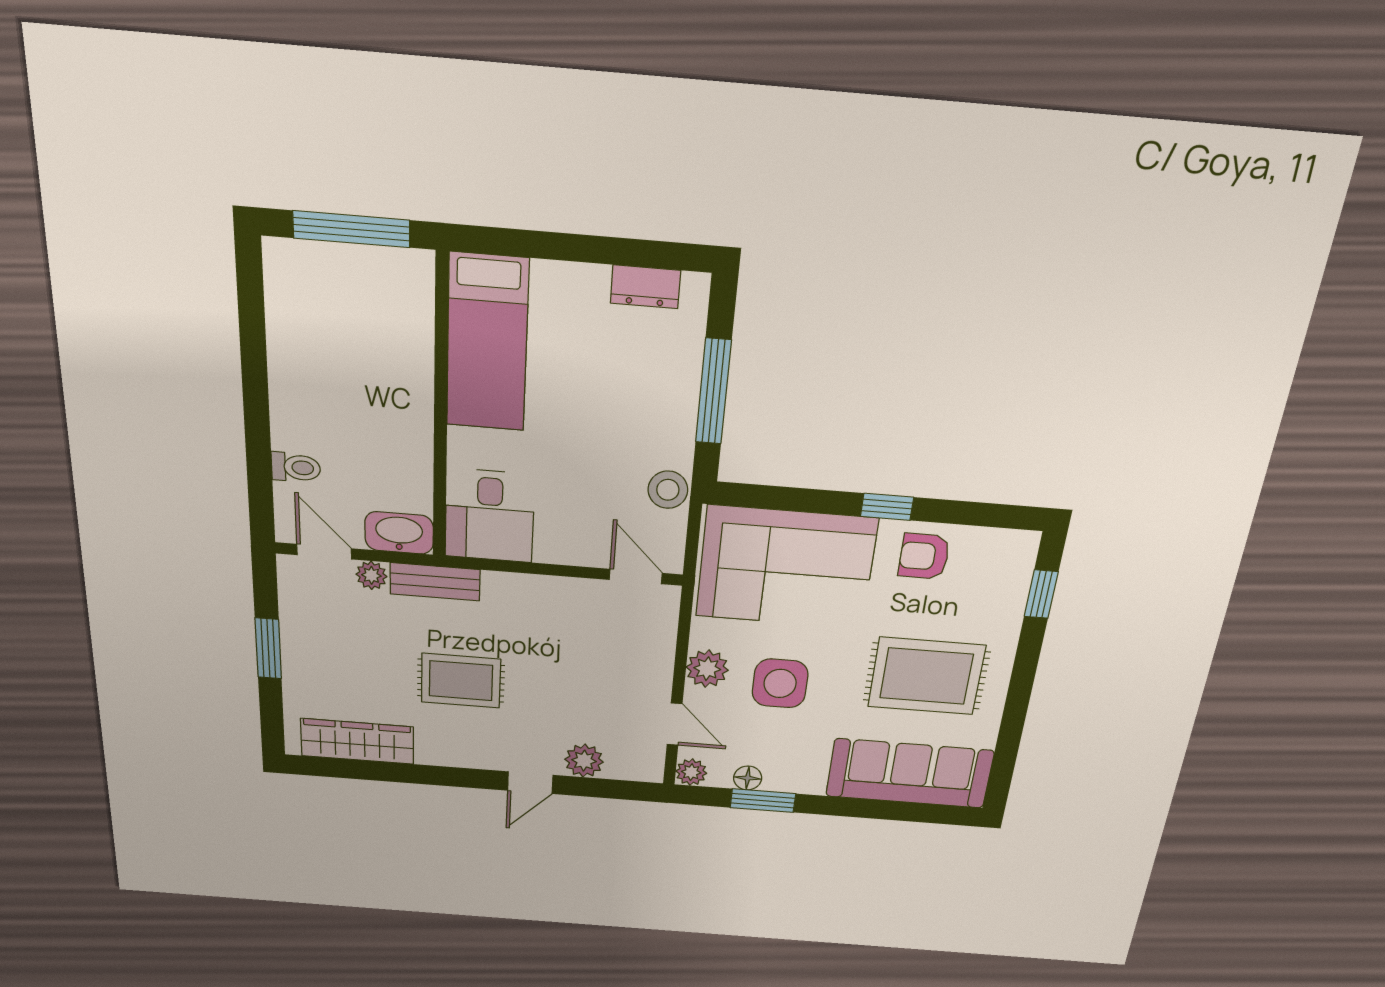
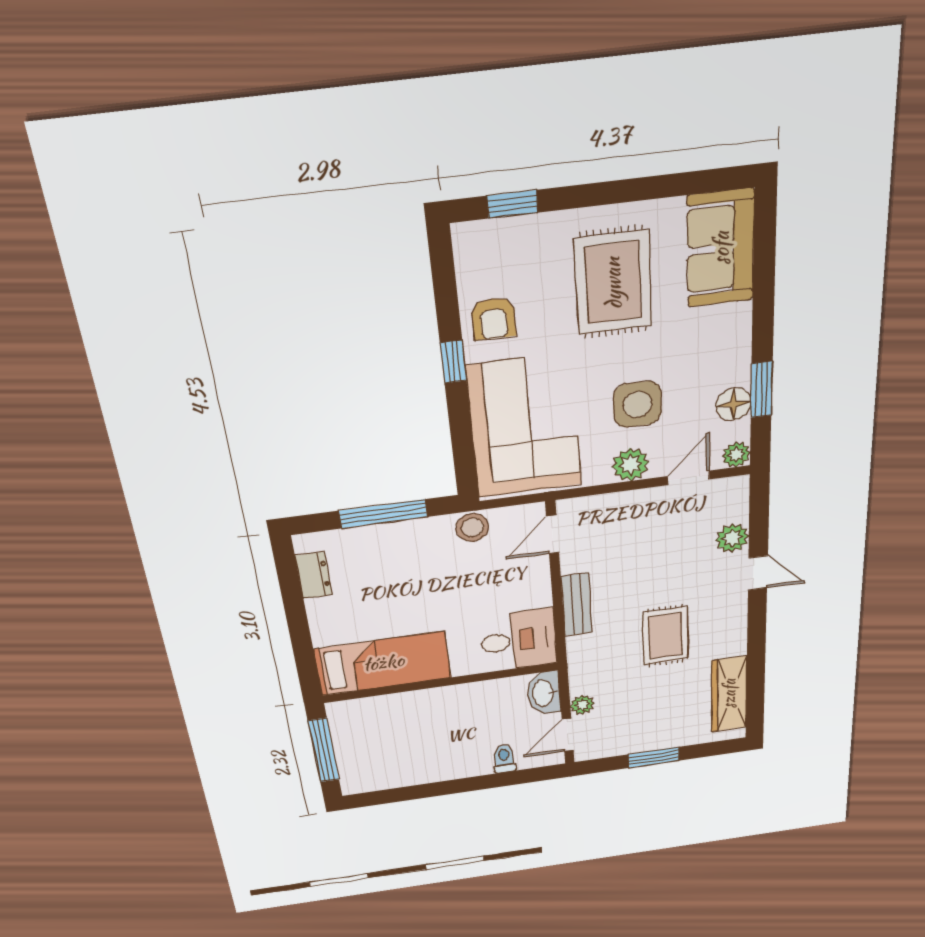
bench: (435, 582) -> (577, 605), moved
sofa: (910, 773) -> (721, 248), width x0.73
floor lamp: (748, 778) -> (734, 404), width x1.37, depth x1.37

